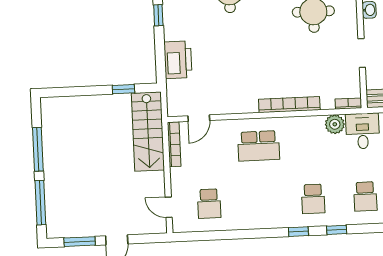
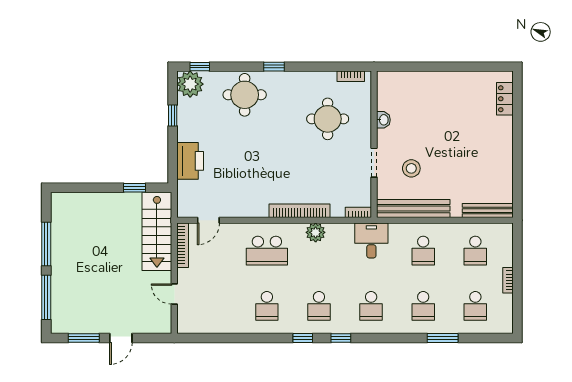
plant: (335, 124) -> (316, 232), moved
school desk: (209, 204) -> (267, 306), moved
door: (169, 207) -> (174, 294), moved

